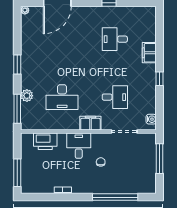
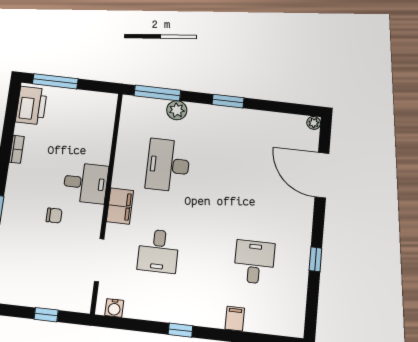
filing cabinet: (149, 53) -> (235, 319), width x0.50
printer: (45, 141) -> (31, 105), moved, turned 180
window: (160, 159) -> (46, 315), width x0.46

